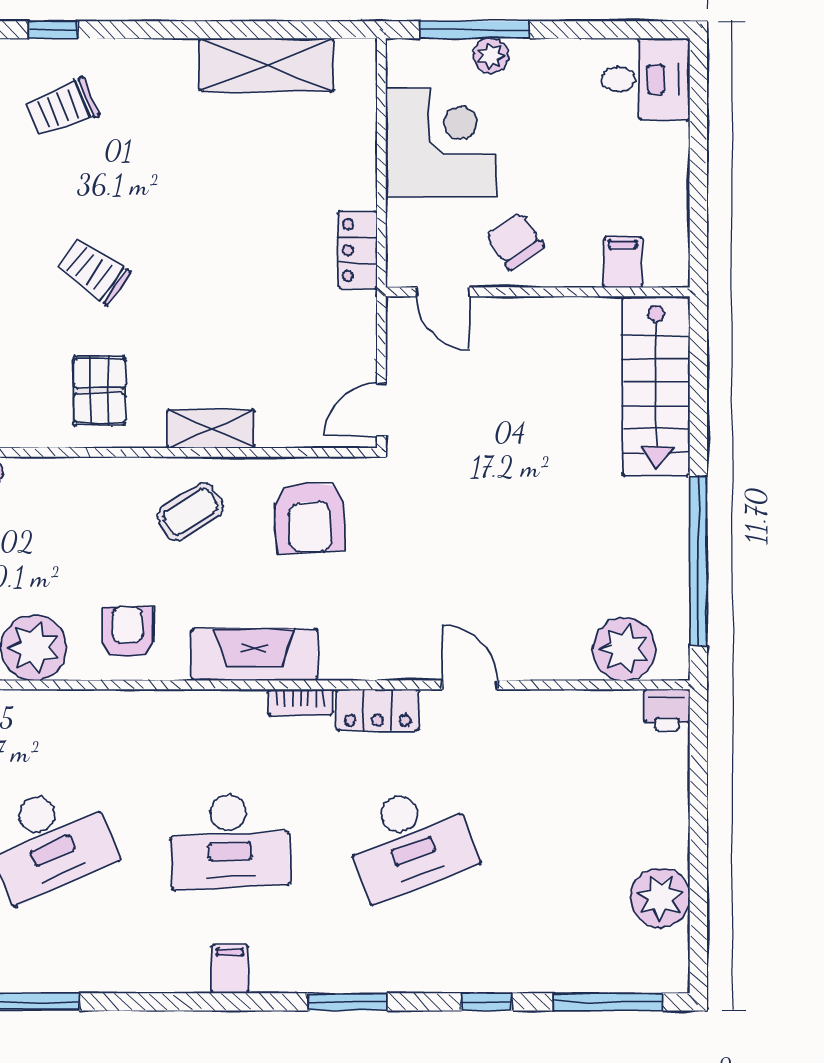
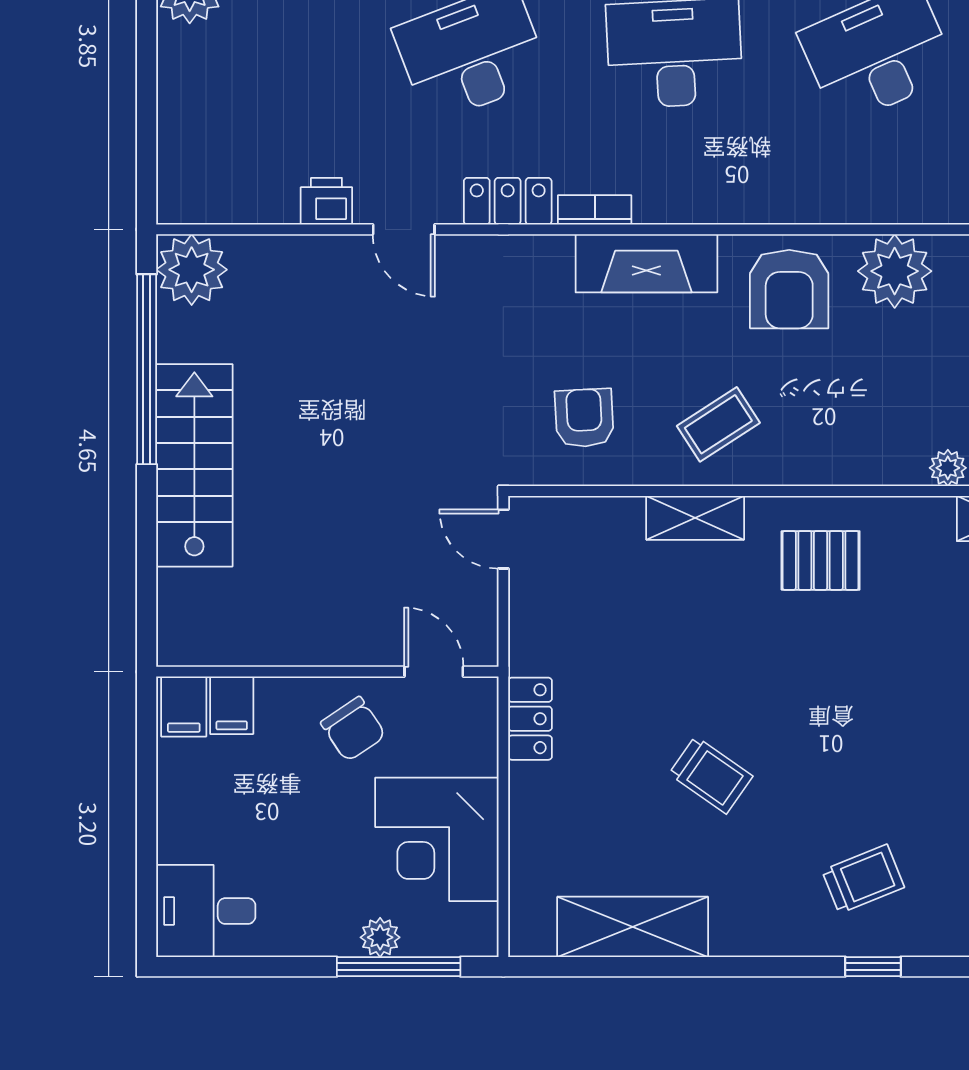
filing cabinet: (665, 261) -> (184, 707), added
trolley: (94, 271) -> (711, 775), moved
stairs: (656, 386) -> (194, 465), moved
pallet: (100, 391) -> (821, 560), turned 90
door: (381, 410) -> (503, 539), swing flipped
armchair: (310, 517) -> (584, 418), width x0.72, depth x0.72
armchair: (127, 632) -> (789, 289), width x1.38, depth x1.38
plant: (624, 649) -> (192, 270), moved
printer: (667, 710) -> (326, 201), moved

